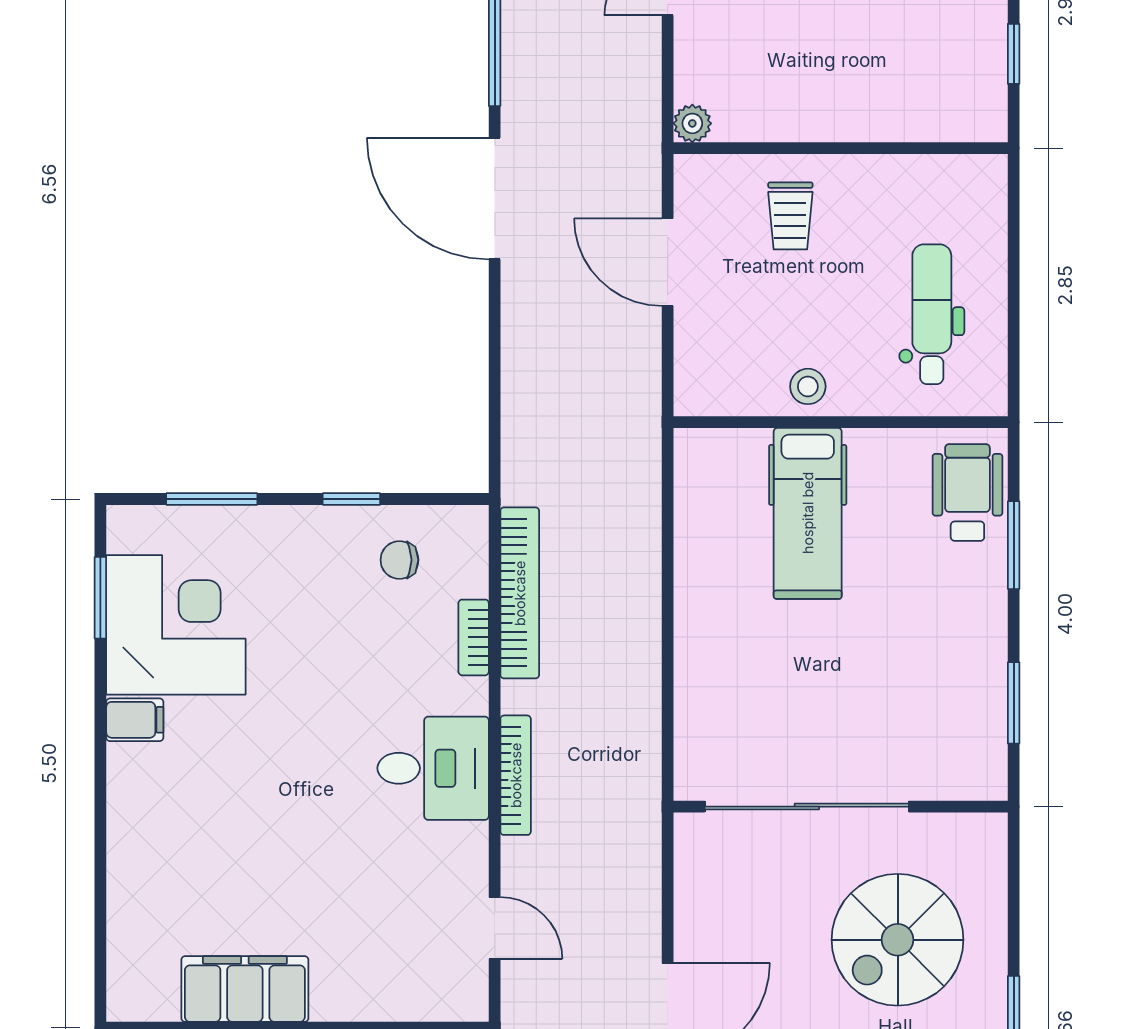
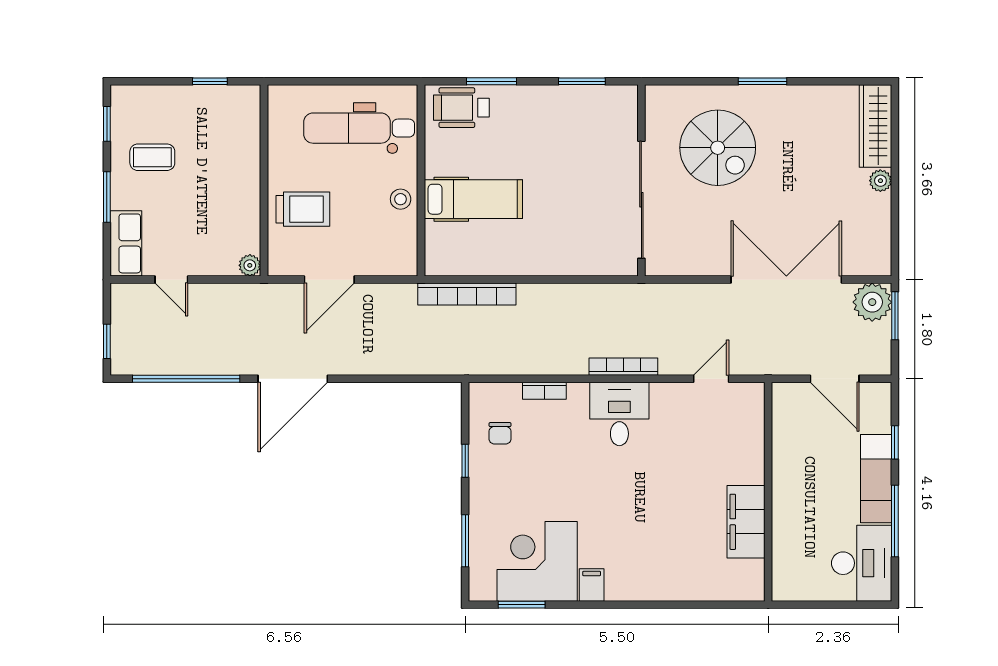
trolley: (790, 216) -> (303, 209), width x1.36, depth x1.39
dental chair: (932, 314) -> (359, 128), width x1.36, depth x1.38
bookcase: (520, 593) -> (467, 294), moved, turned 180

